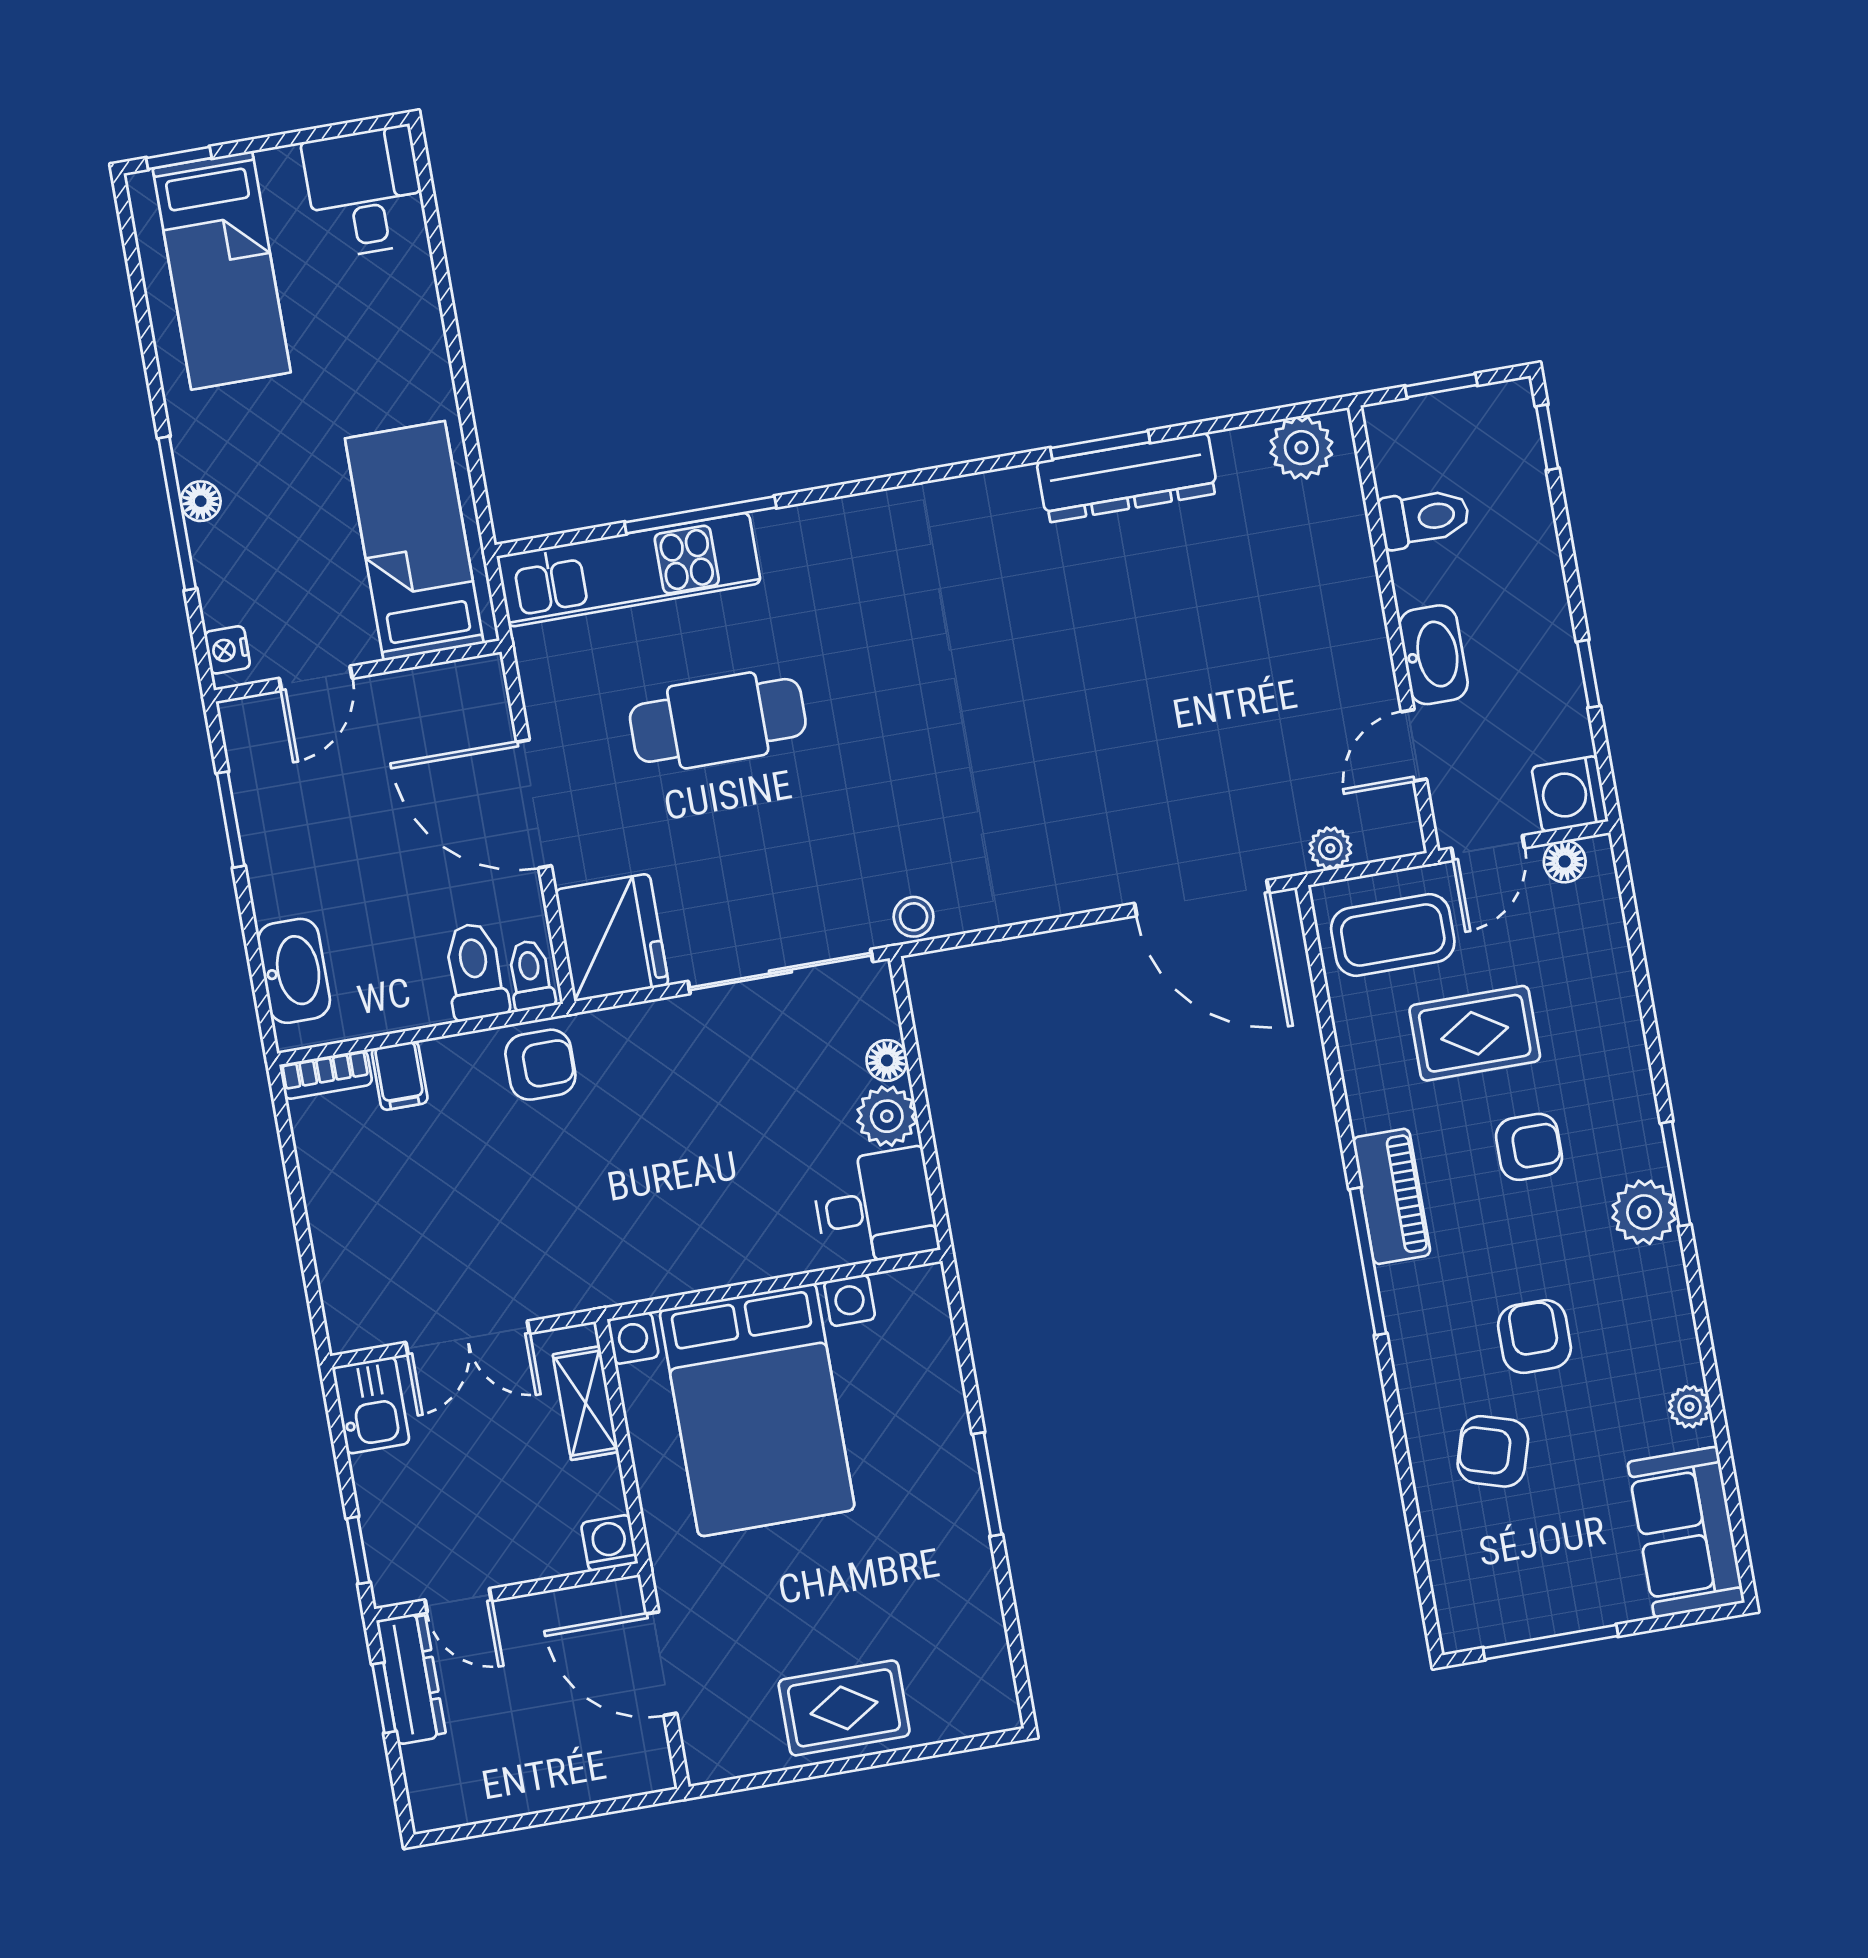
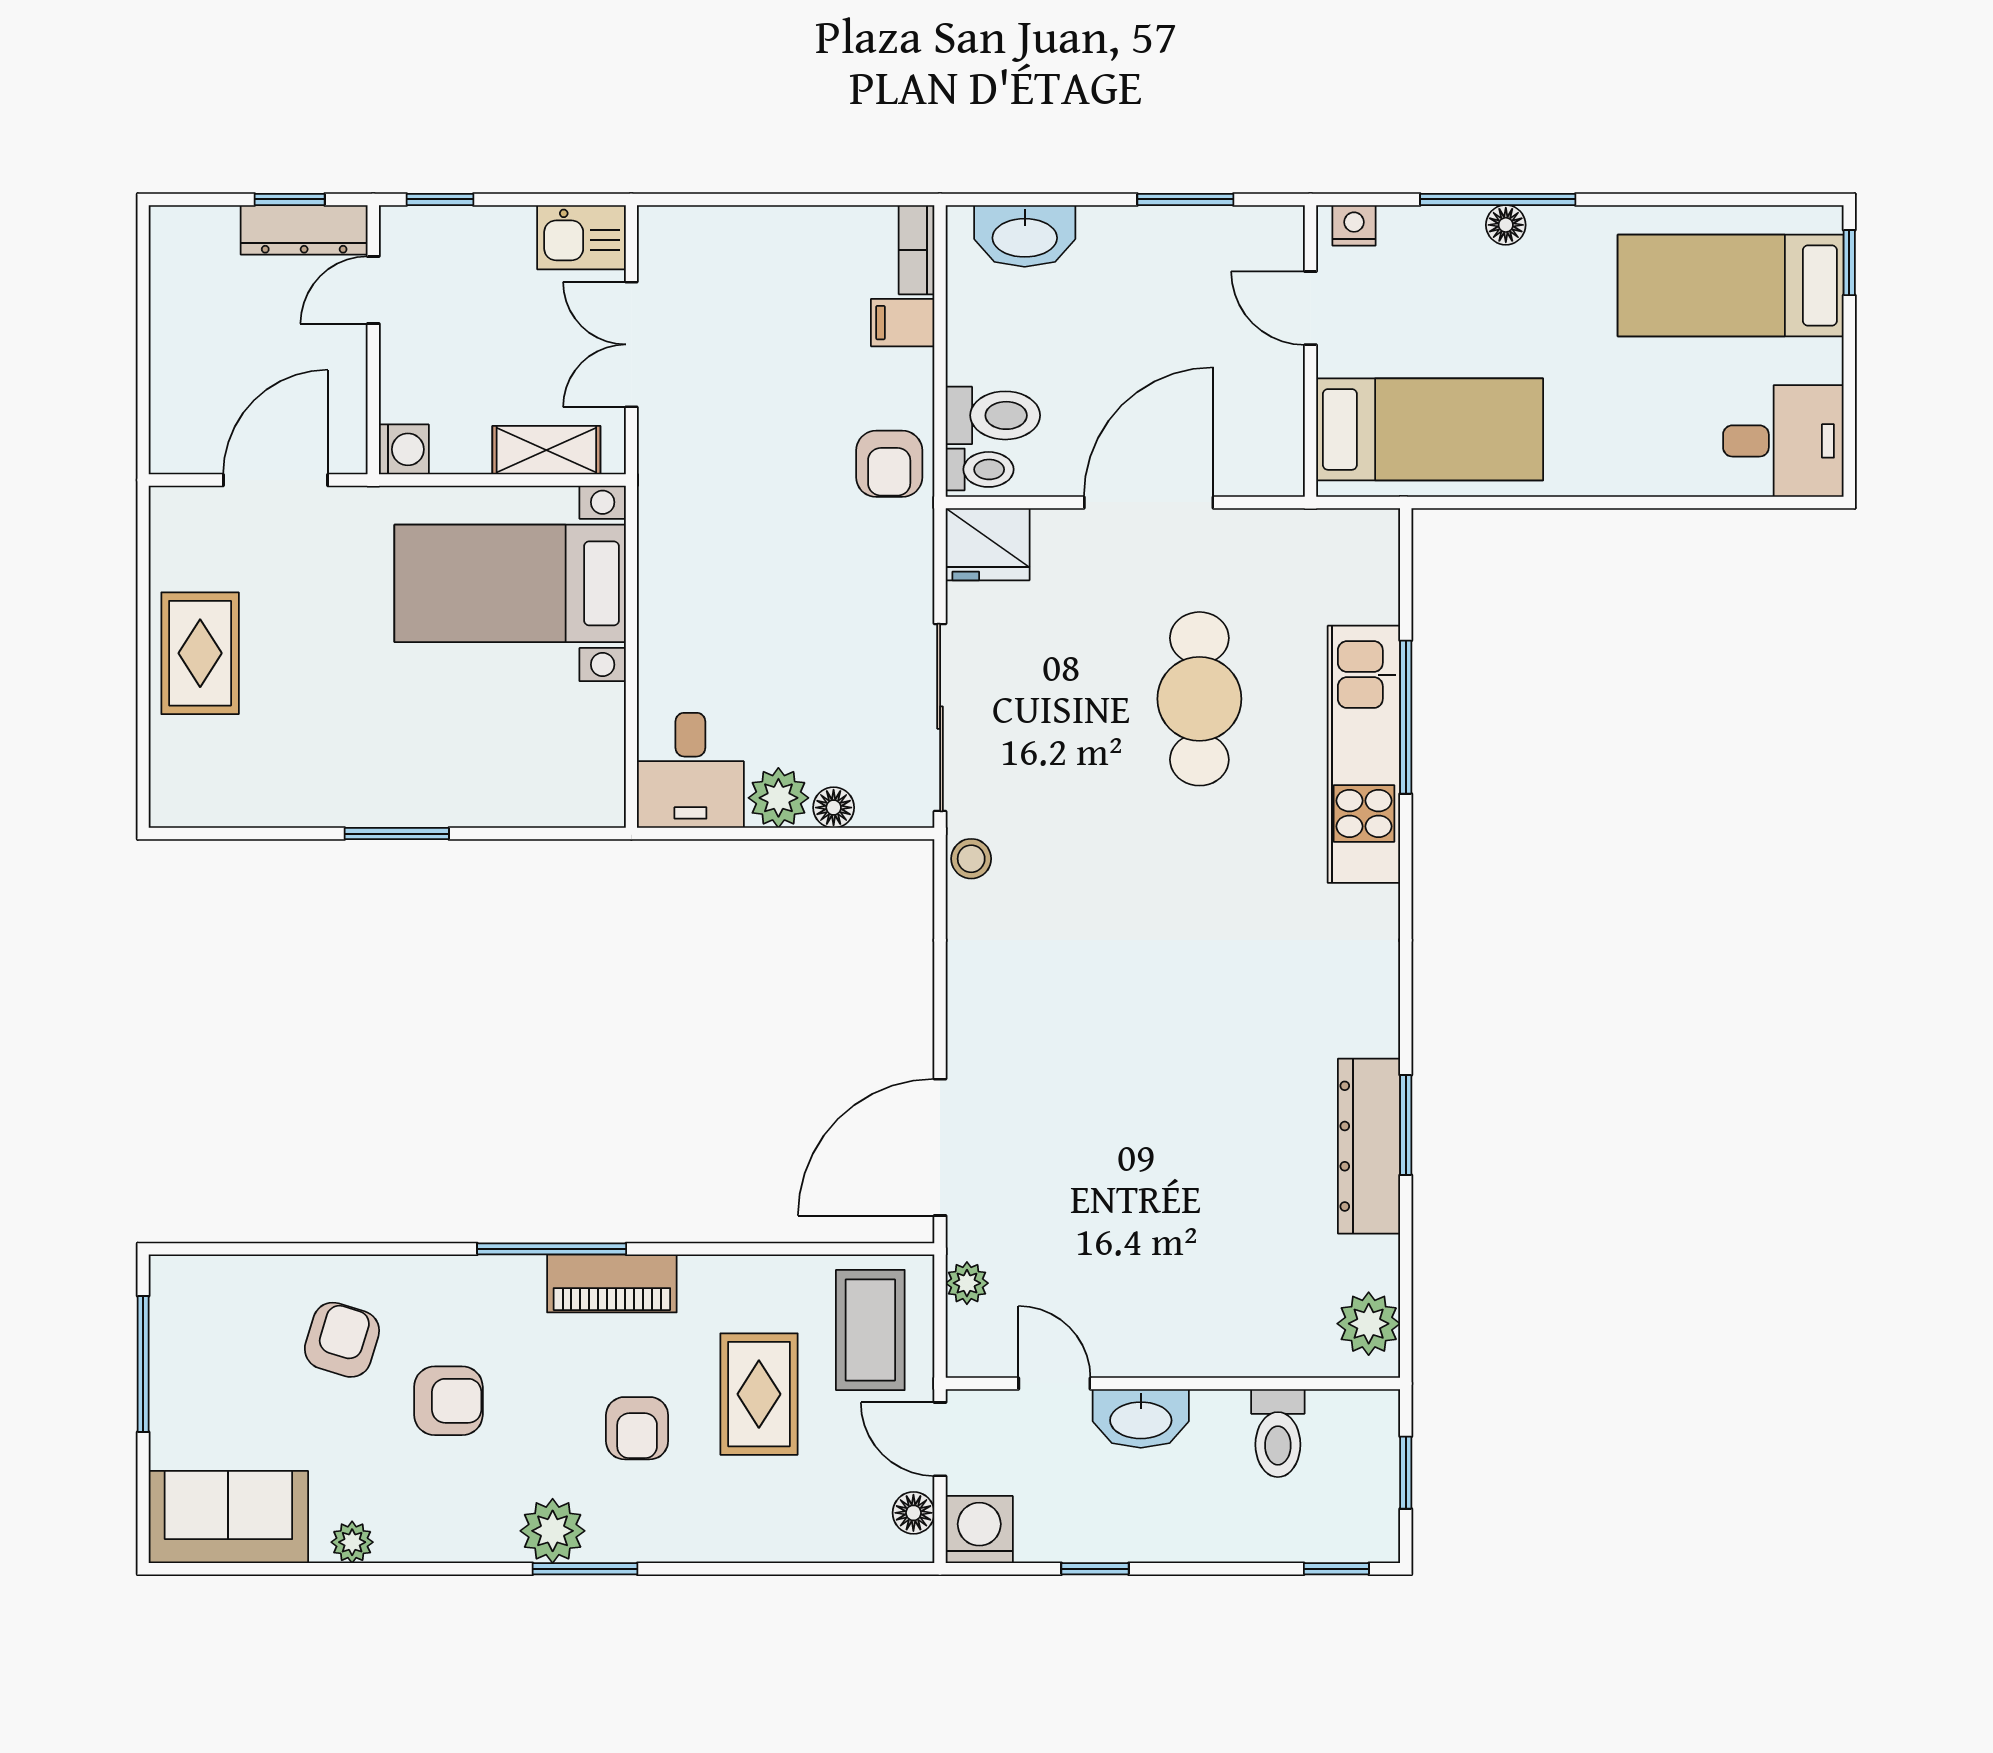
kitchen unit: (629, 570) -> (1364, 754), moved
fridge: (612, 938) -> (988, 544), width x0.73, depth x0.75
bed with nightstands: (757, 1410) -> (510, 583), width x0.73

